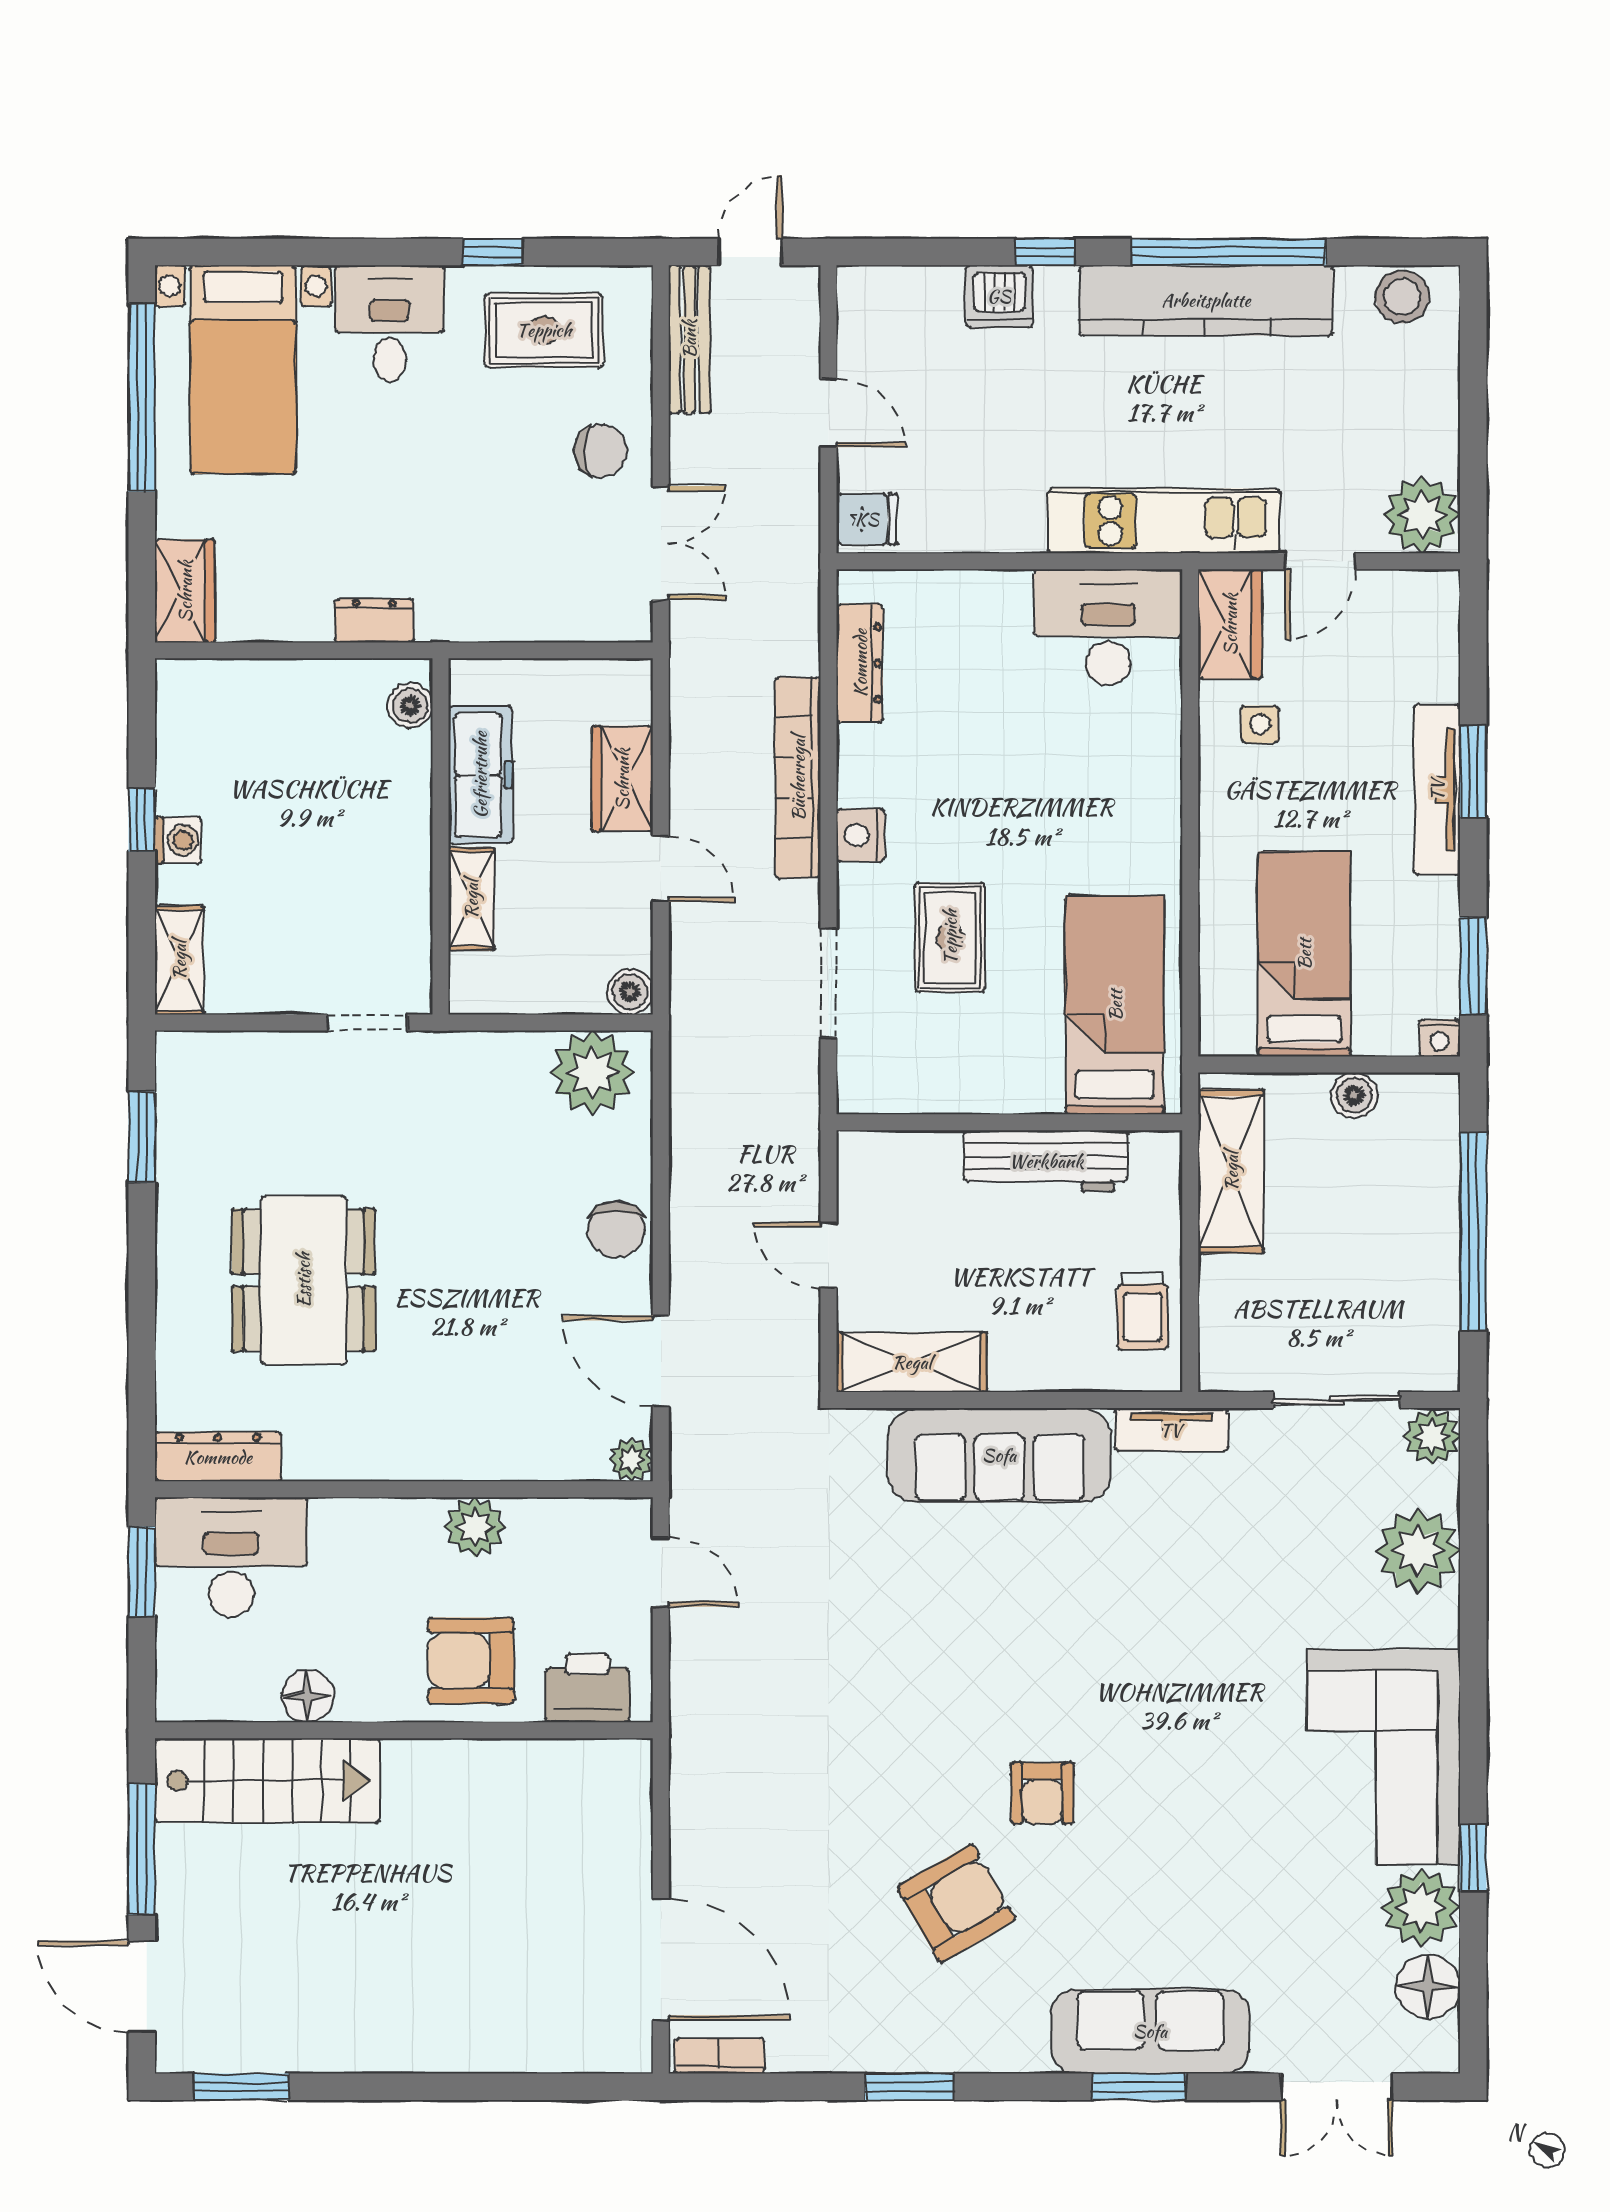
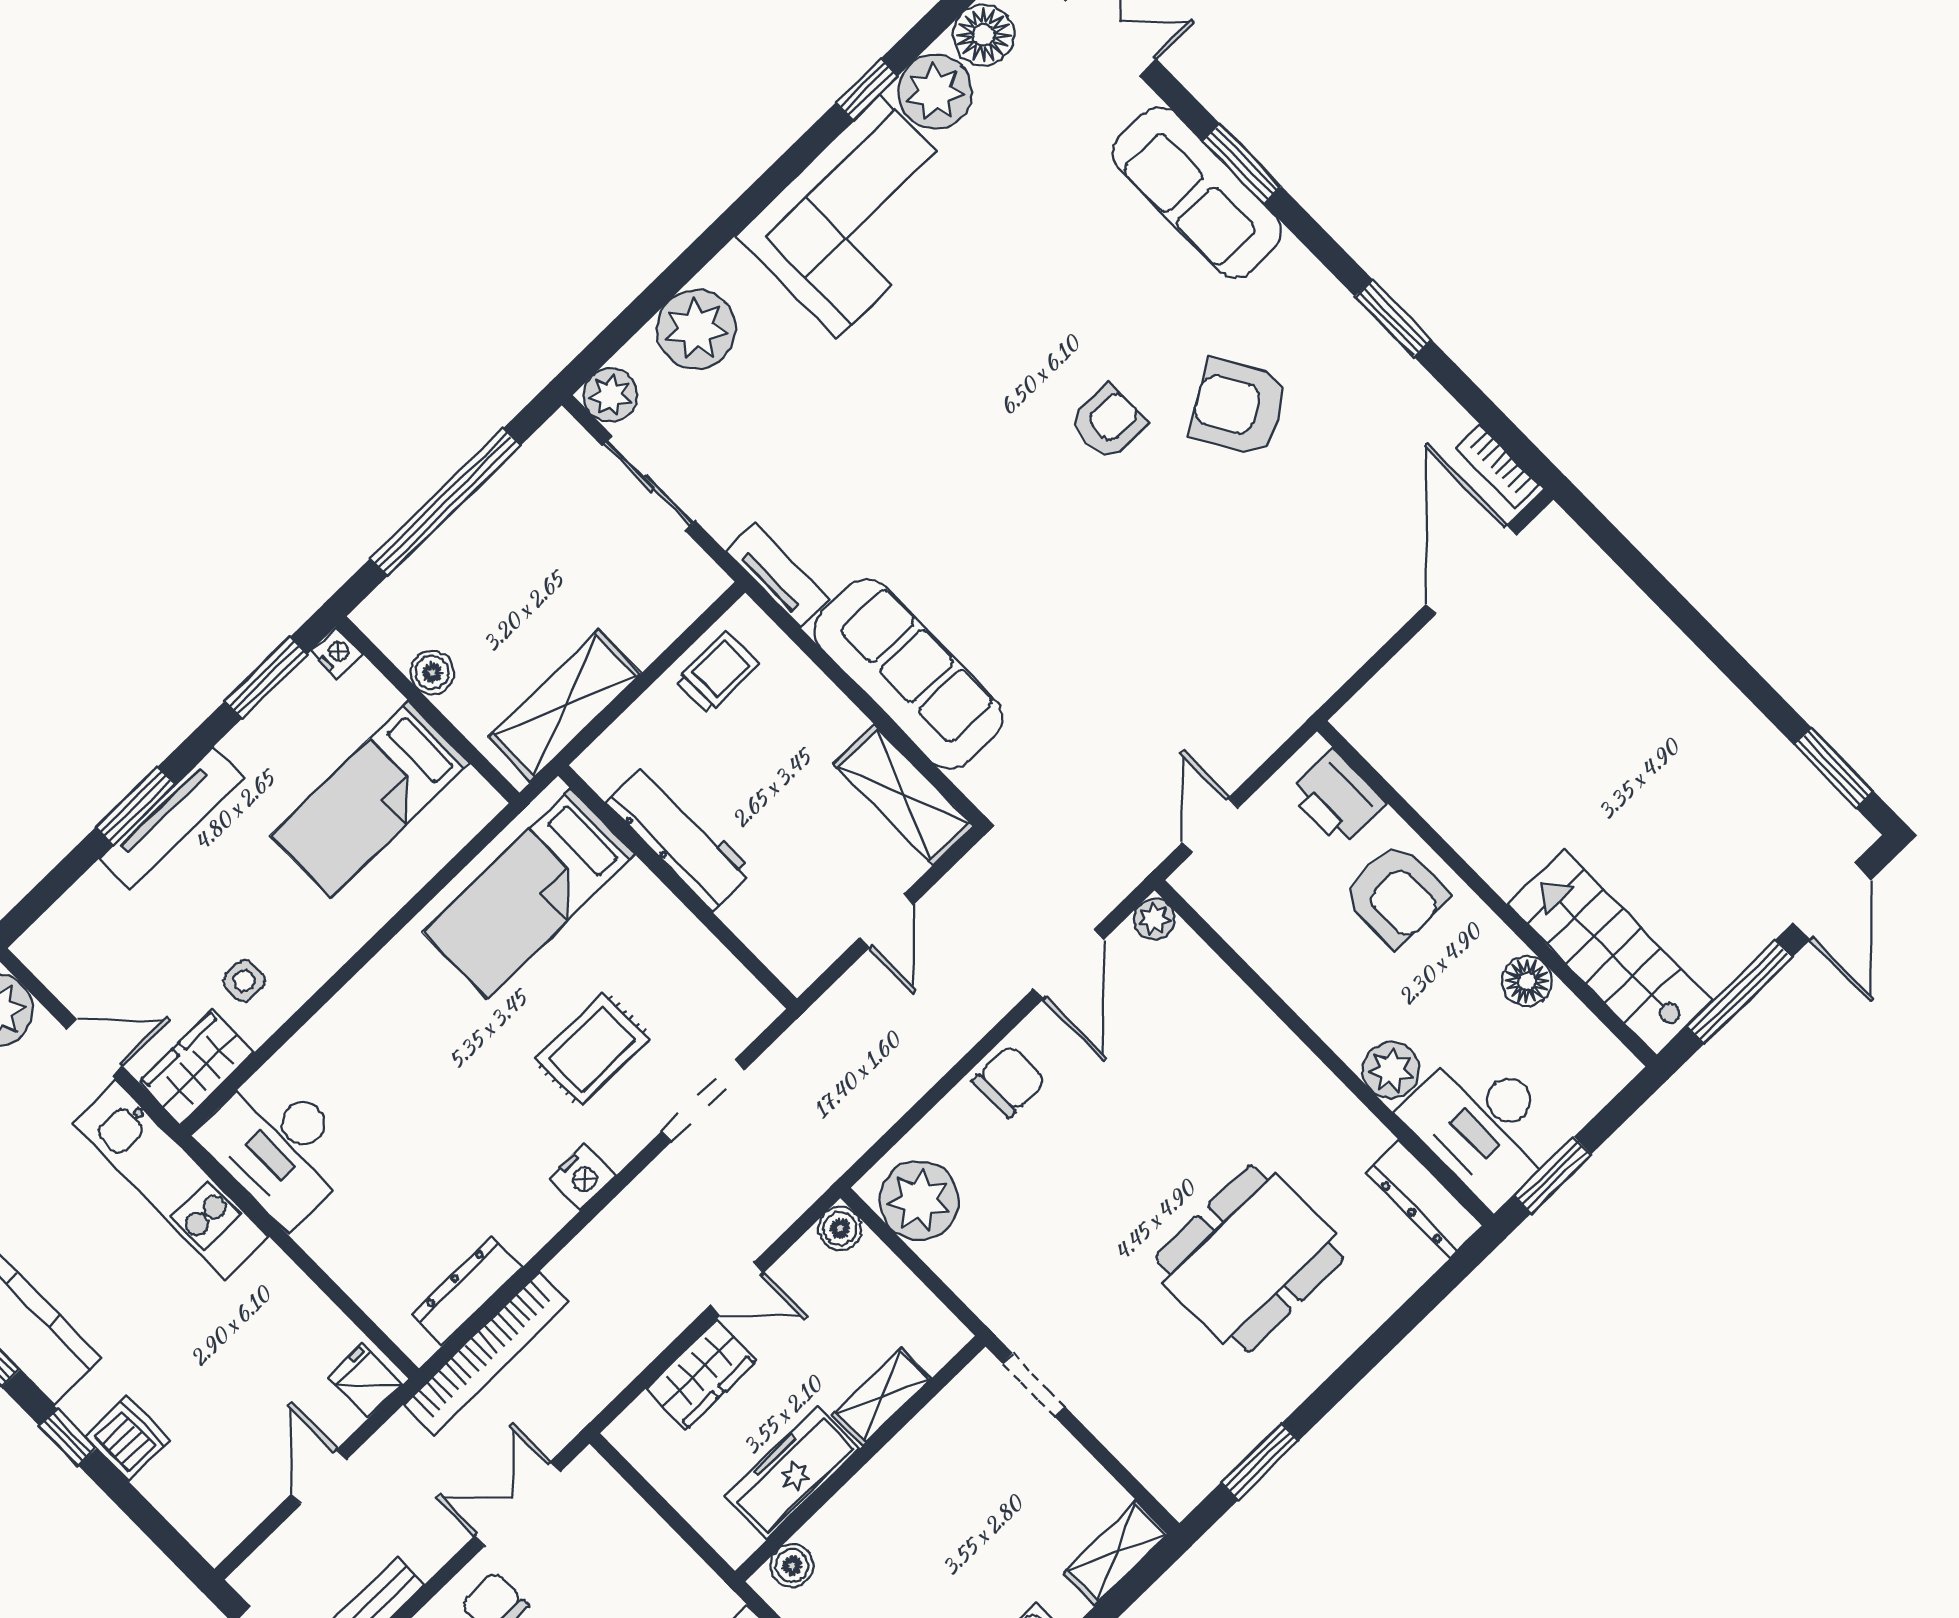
bookcase: (798, 778) -> (486, 1353), moved
door: (661, 869) -> (737, 1289), swing flipped
plant: (475, 1527) -> (1391, 1070), moved

